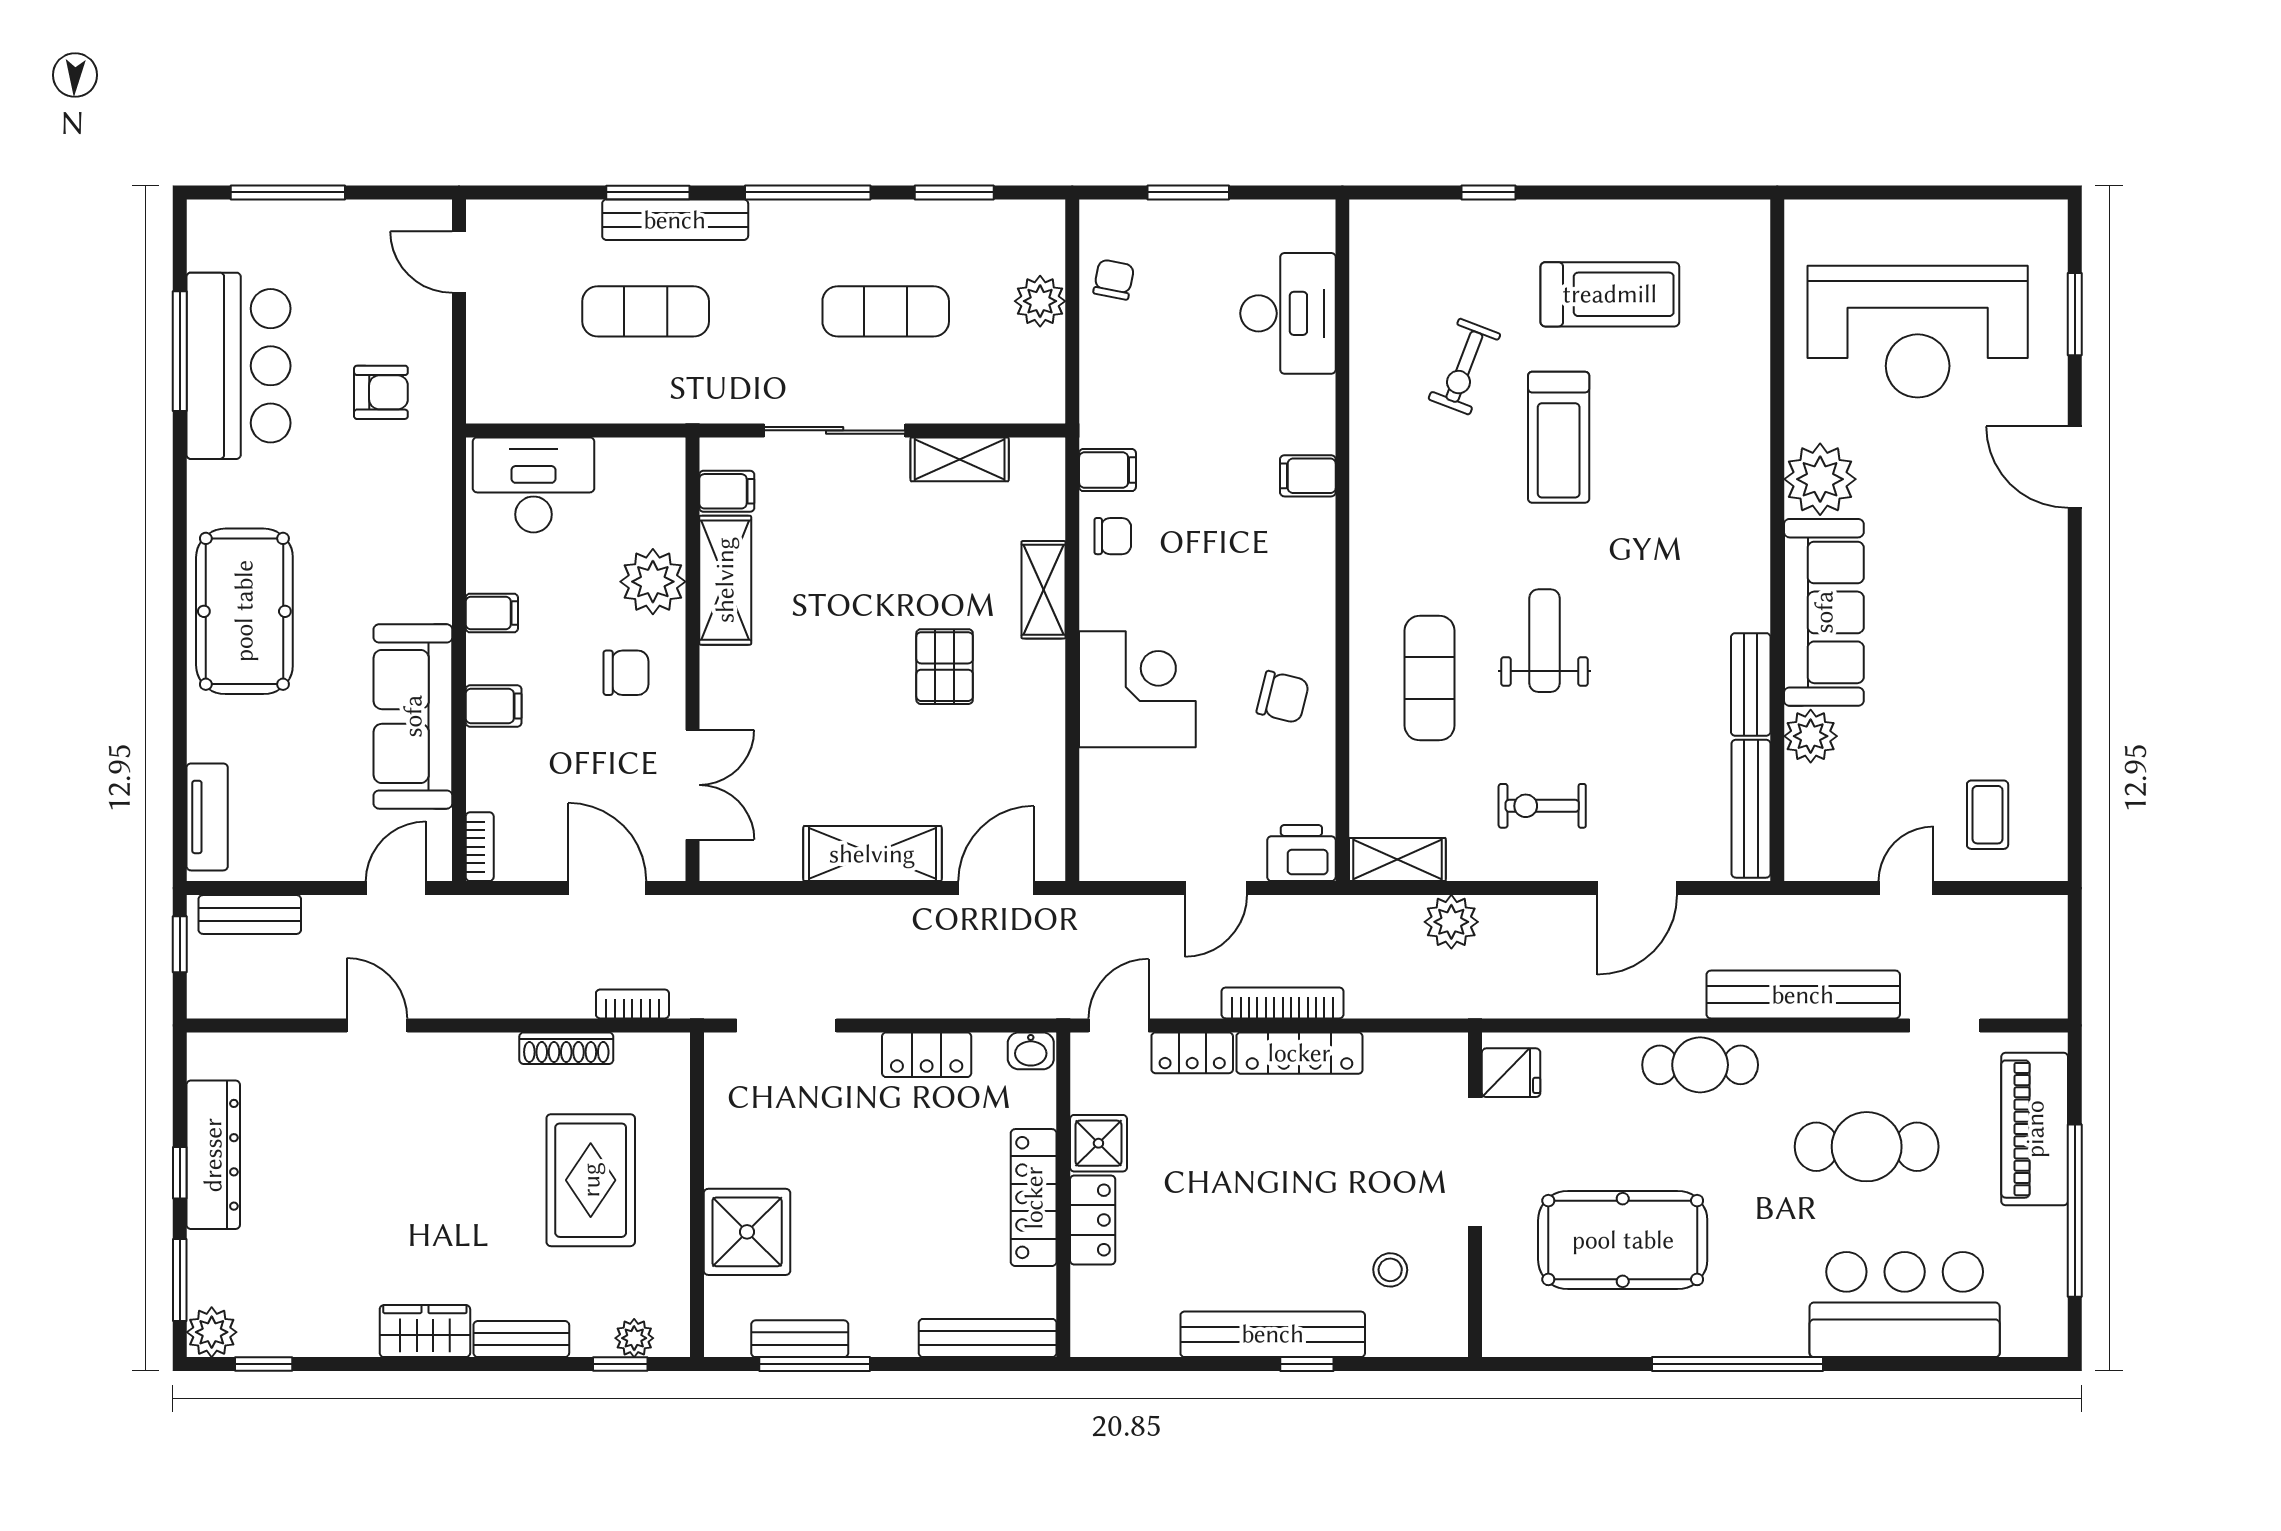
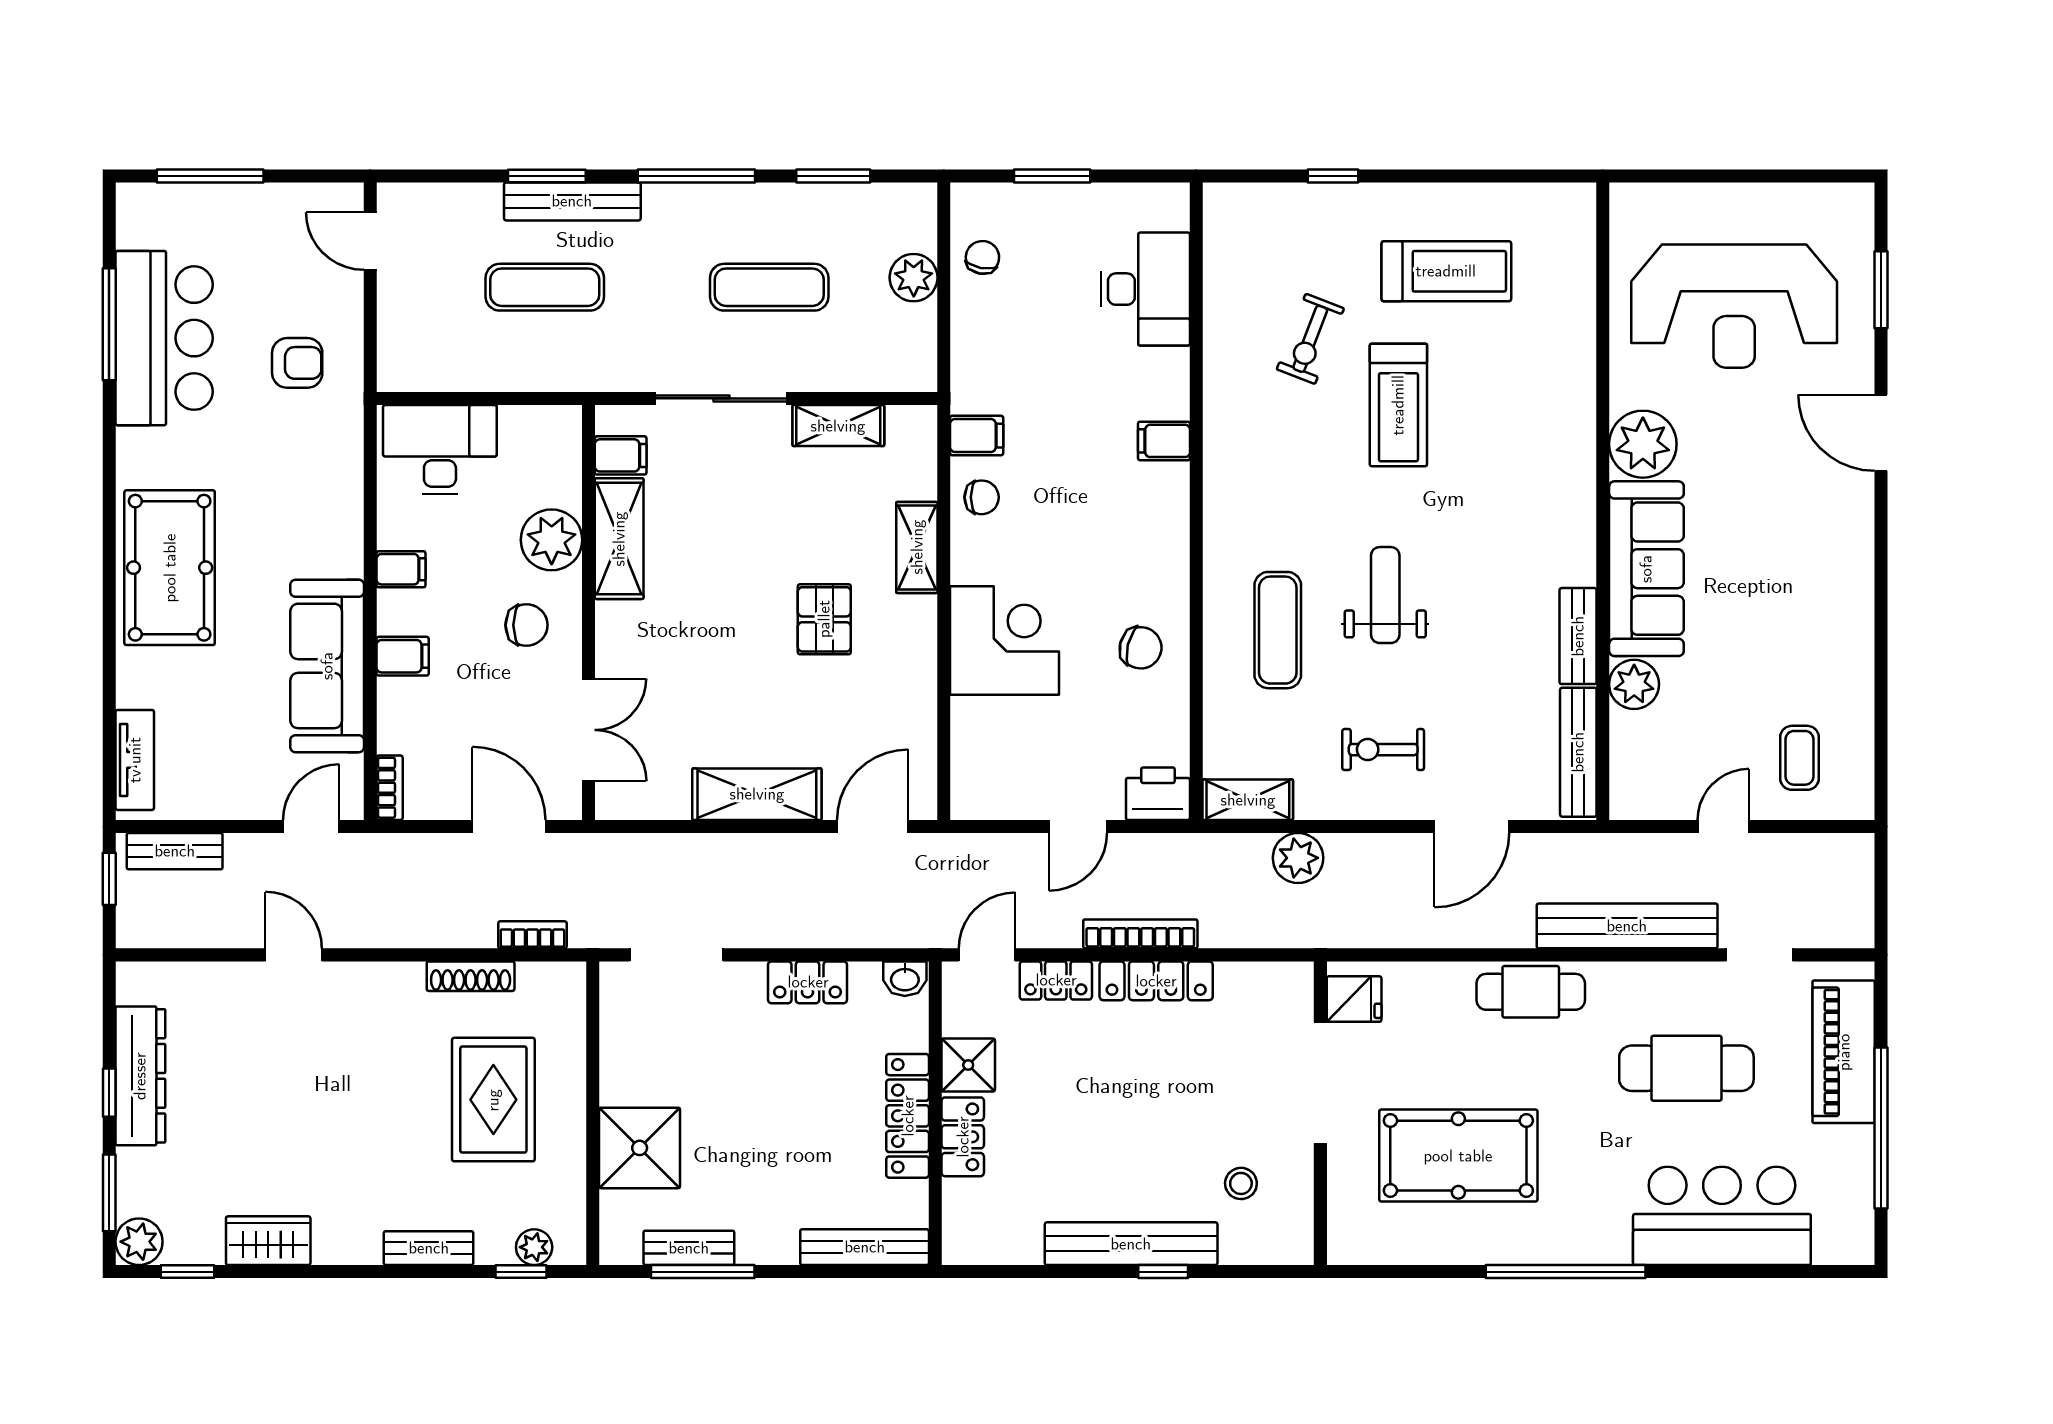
wardrobe: (425, 1331) -> (268, 1241), moved

